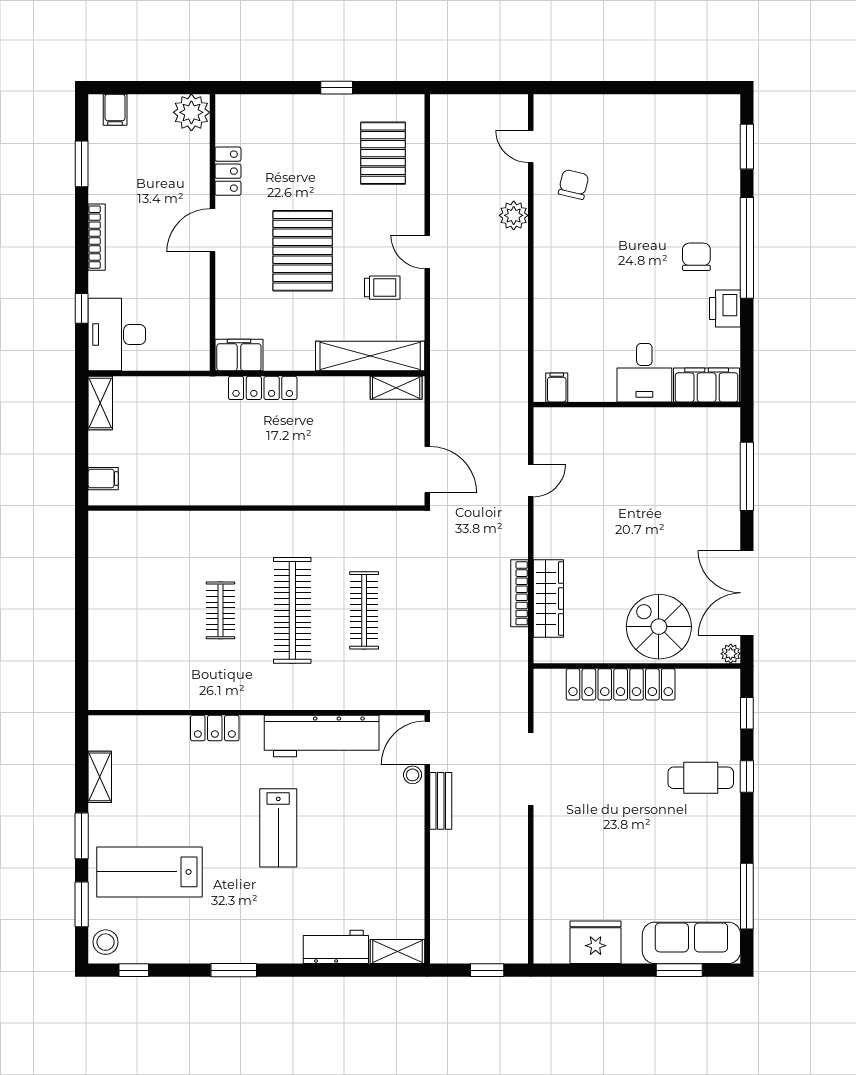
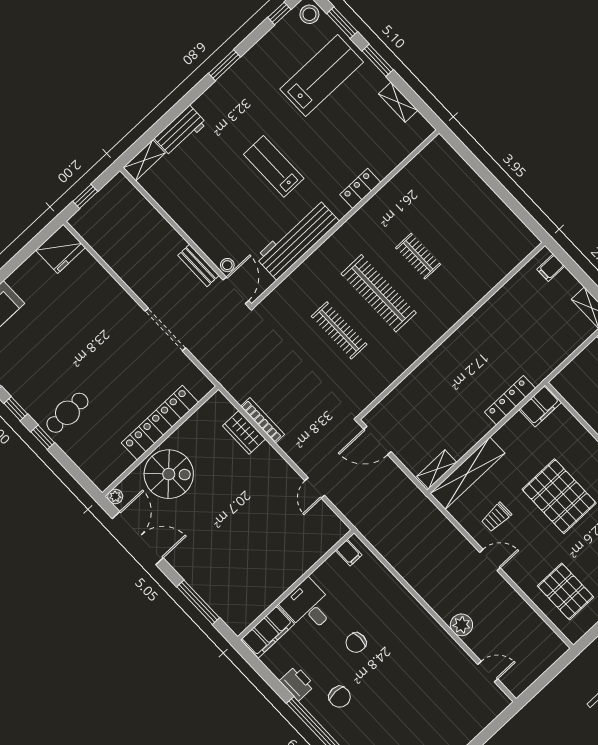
chair: (574, 184) -> (356, 643), moved, turned 77
wardrobe: (548, 599) -> (244, 432), width x0.67
window: (747, 713) -> (16, 409), moved
fridge: (596, 942) -> (60, 249), moved

